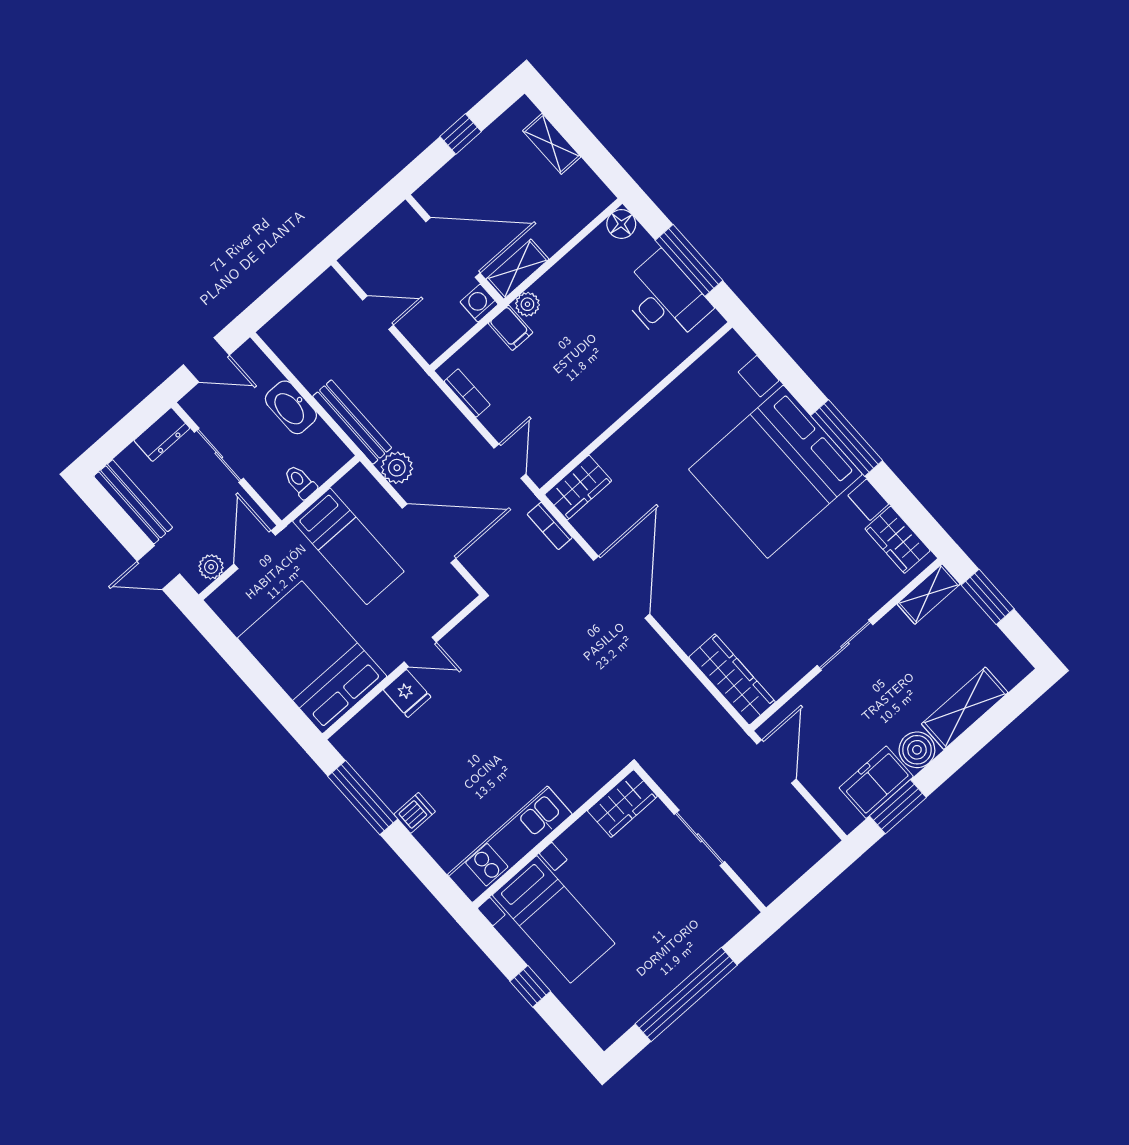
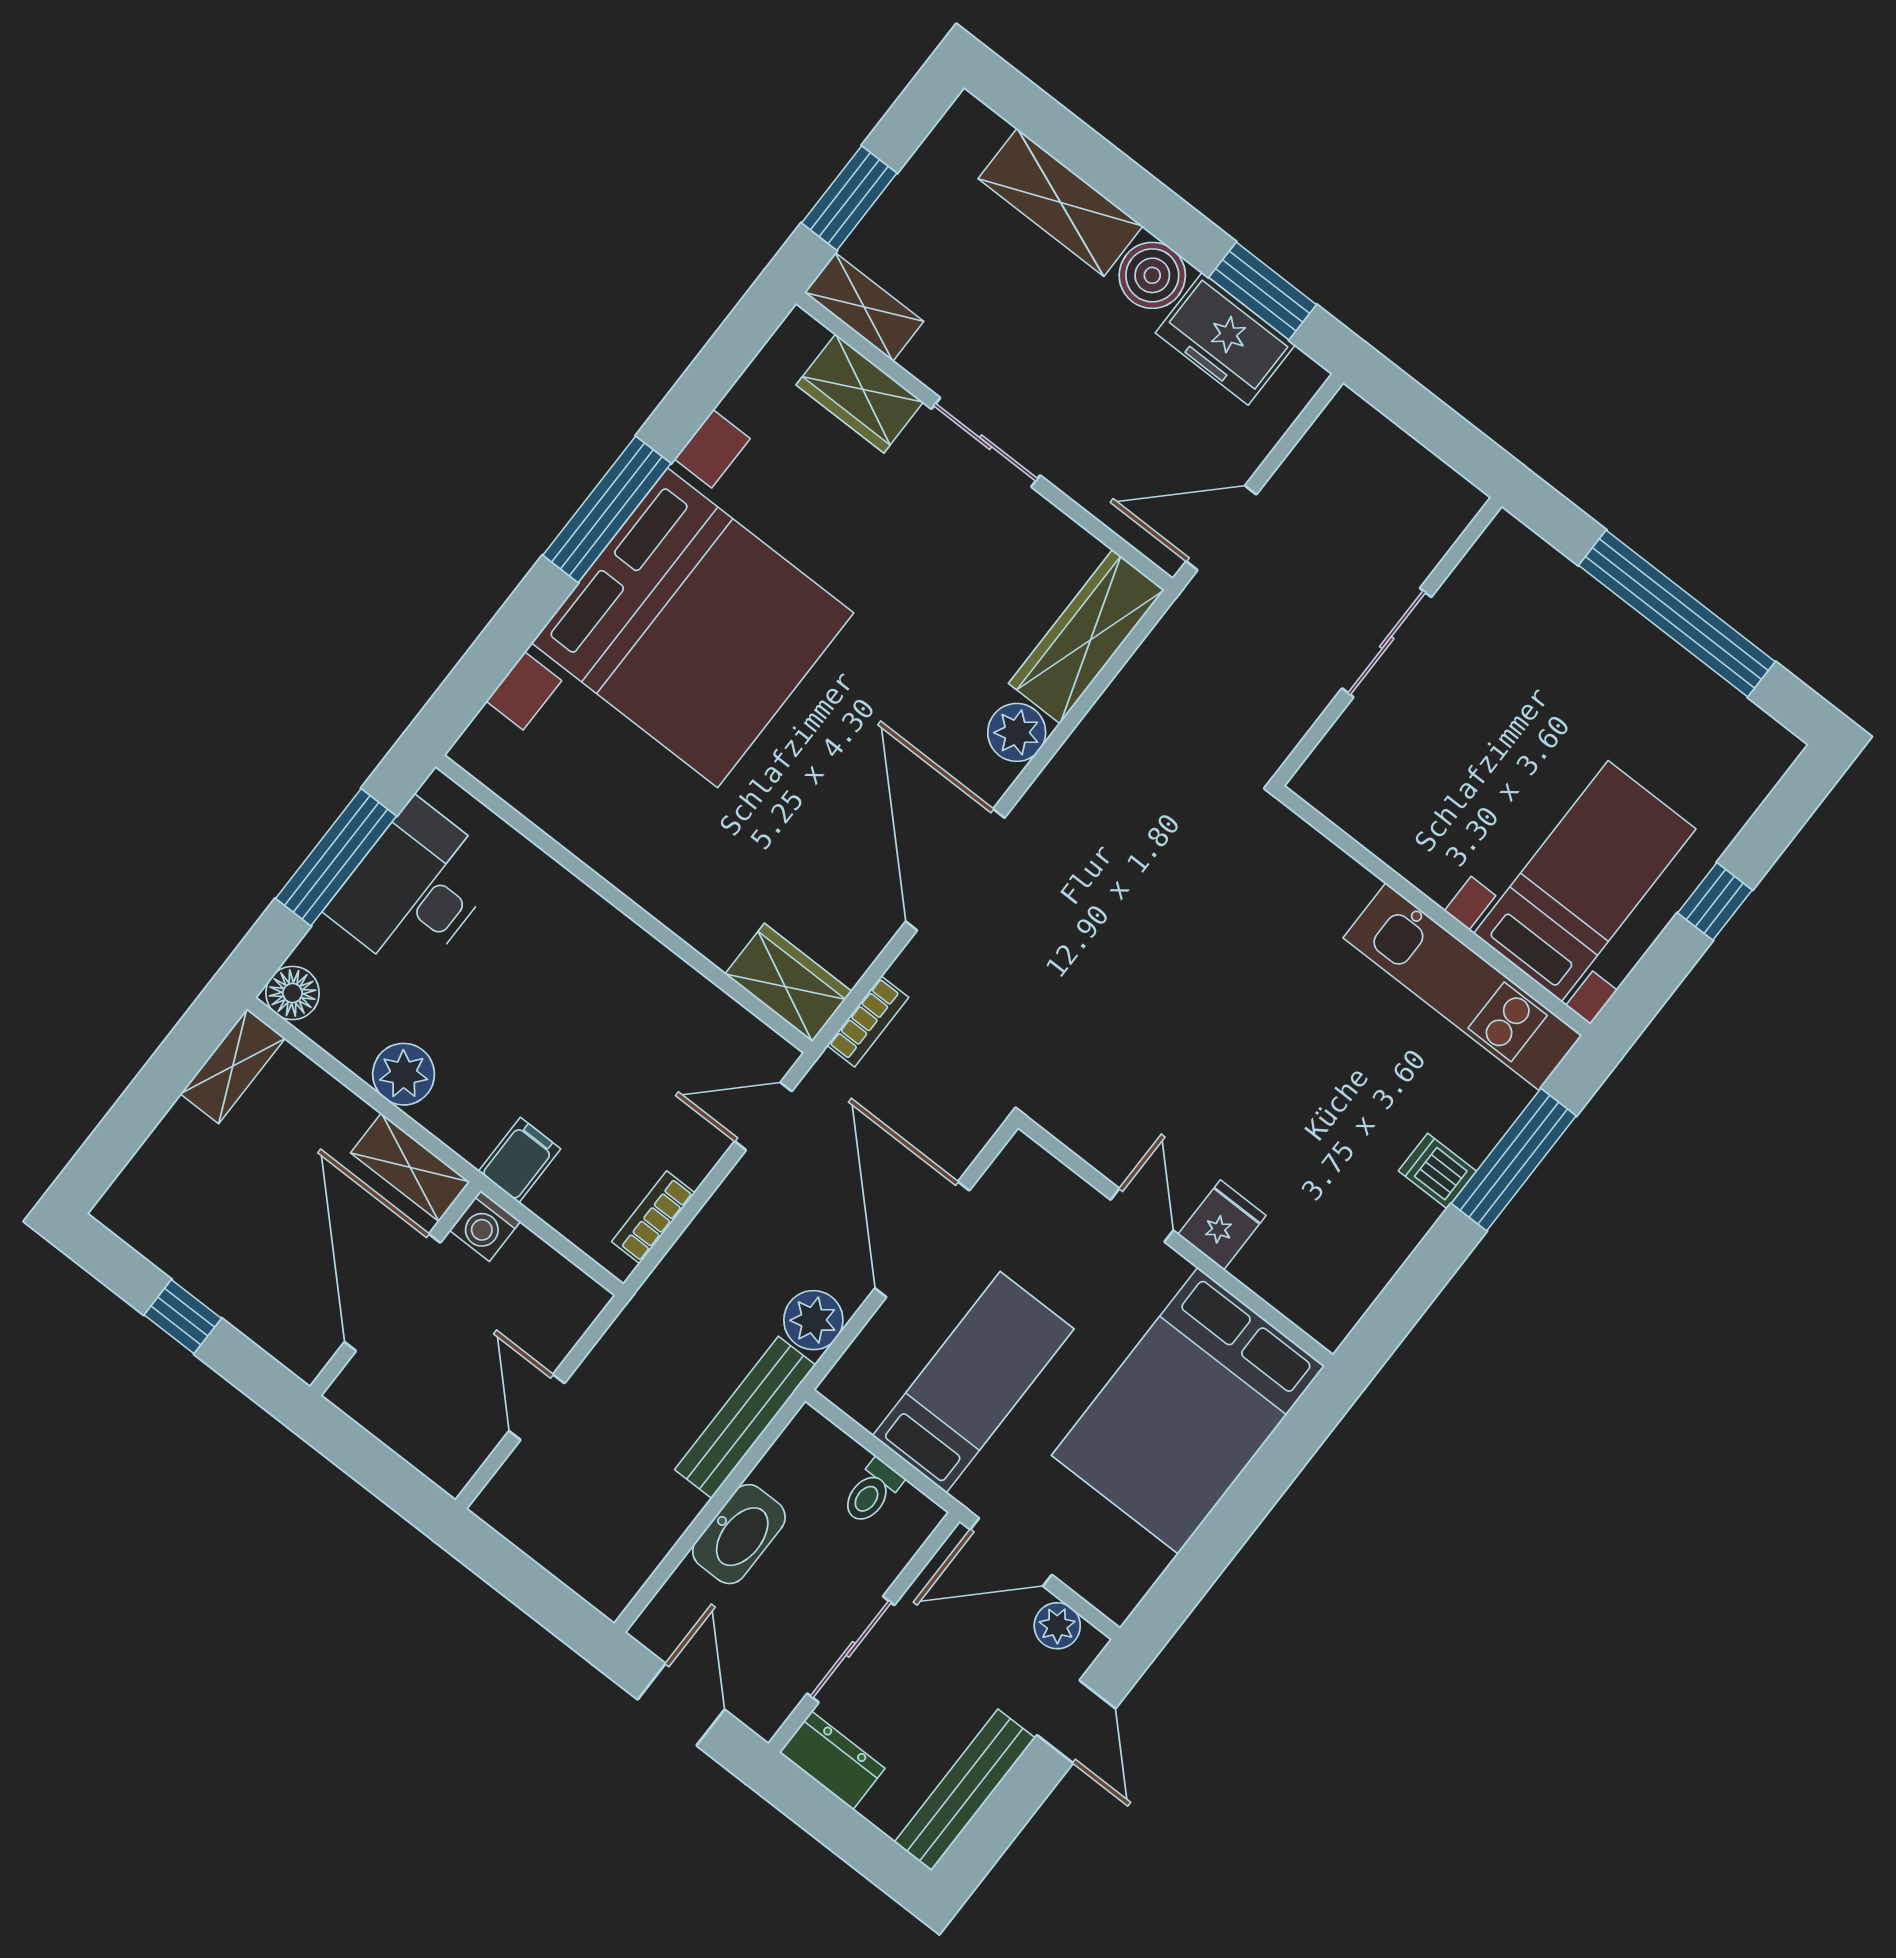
shelving: (552, 144) -> (233, 1066), moved
plant: (527, 304) -> (404, 1074), moved, width x1.38, depth x1.38
wardrobe: (898, 540) -> (860, 394), moved, turned 90
door: (622, 587) -> (955, 870), hinge flipped
plant: (688, 633) -> (1017, 732), added
window: (363, 798) -> (1514, 1160), moved
wardrobe: (622, 803) -> (1350, 795), removed

